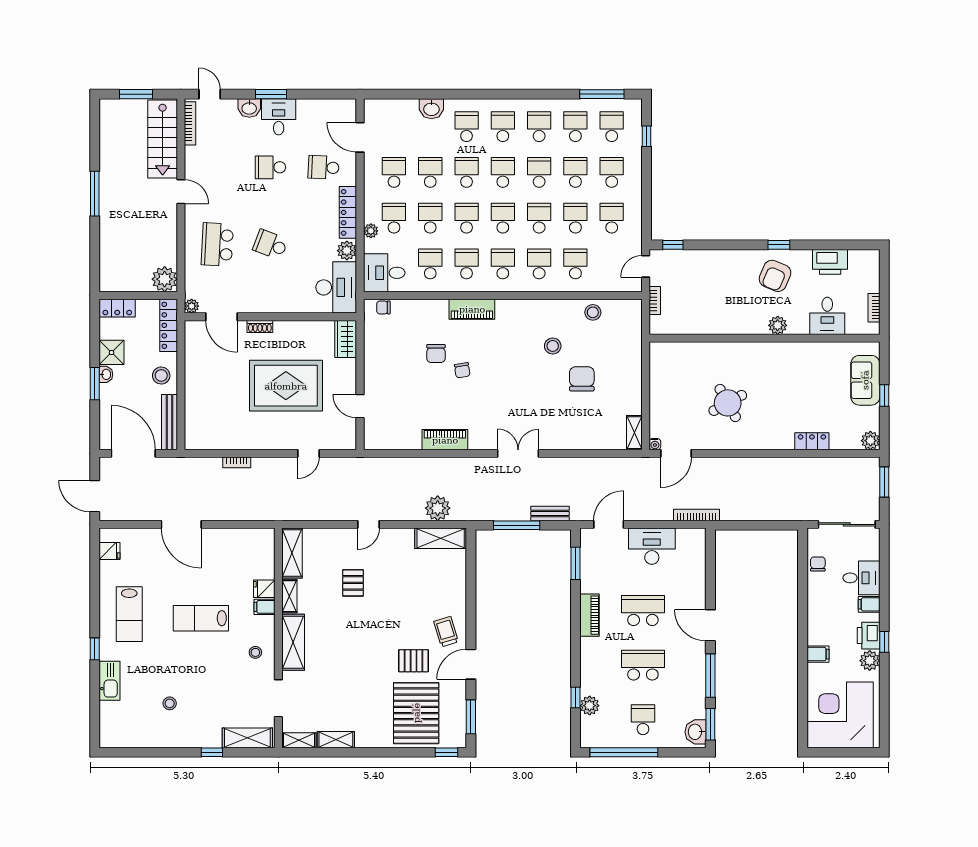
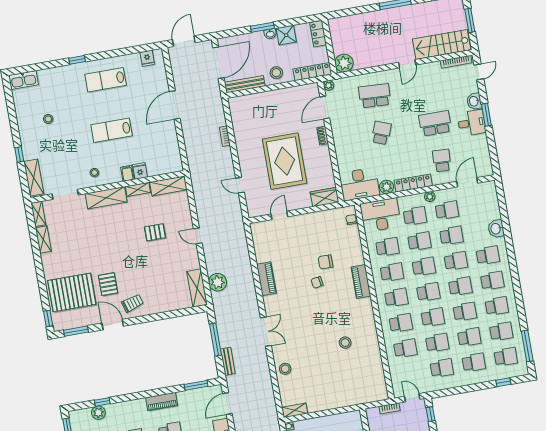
school desk: (270, 167) -> (435, 123), width x1.85
plant: (371, 231) -> (430, 197), moved
desk: (384, 273) -> (381, 215), width x1.37
stool: (593, 312) -> (285, 369), moved
chair: (582, 379) -> (326, 367), removed
door: (609, 524) -> (227, 404), swing flipped
lab bench: (201, 618) -> (112, 130), turned -90
kitchen sink: (110, 681) -> (23, 80), moved

